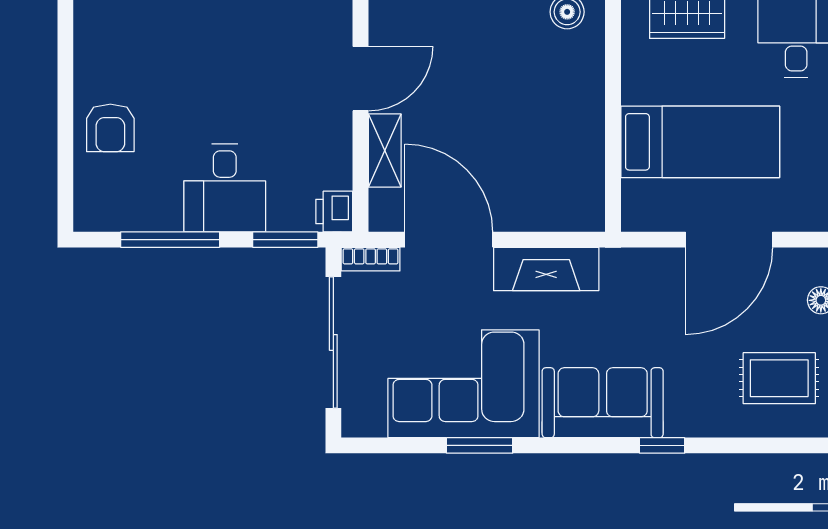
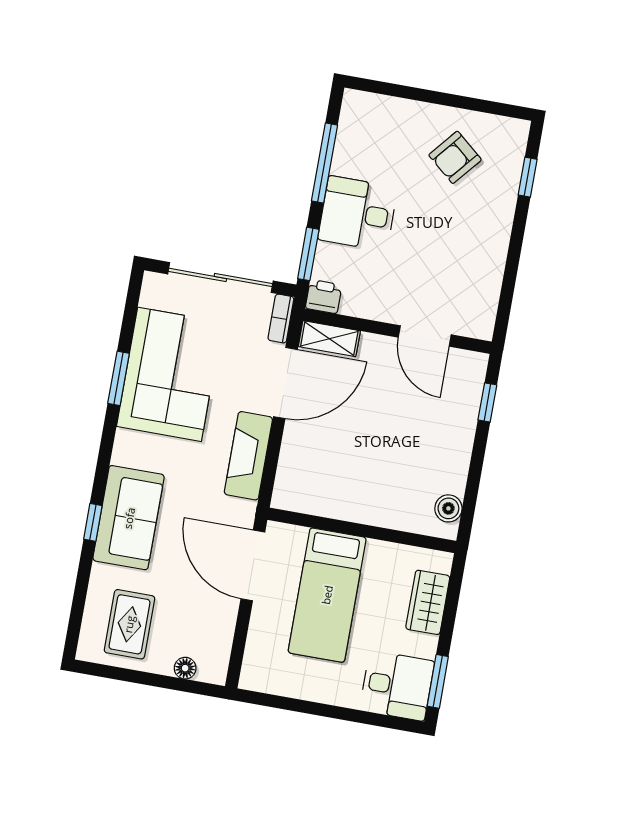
armchair: (110, 128) -> (455, 157), moved, turned -50
shelving: (385, 151) -> (329, 339), moved
door: (729, 240) -> (253, 565), moved
sofa: (603, 403) -> (129, 518), moved

